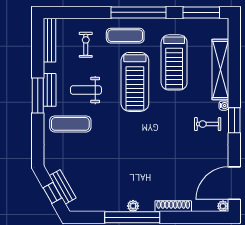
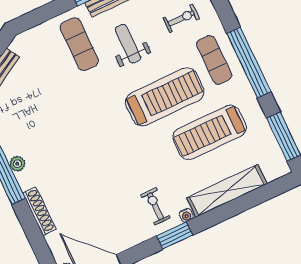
treadmill: (135, 82) -> (165, 97), turned 180

